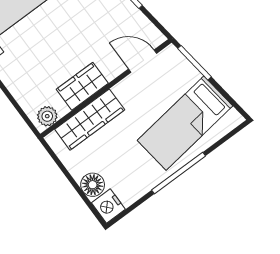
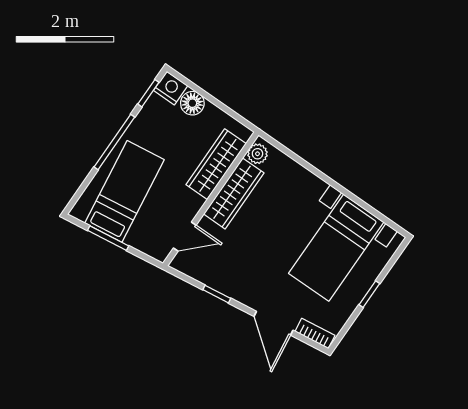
window: (195, 63) -> (108, 238), moved
wardrobe: (82, 86) -> (234, 193), width x1.50
window: (131, 208) -> (148, 93), added

